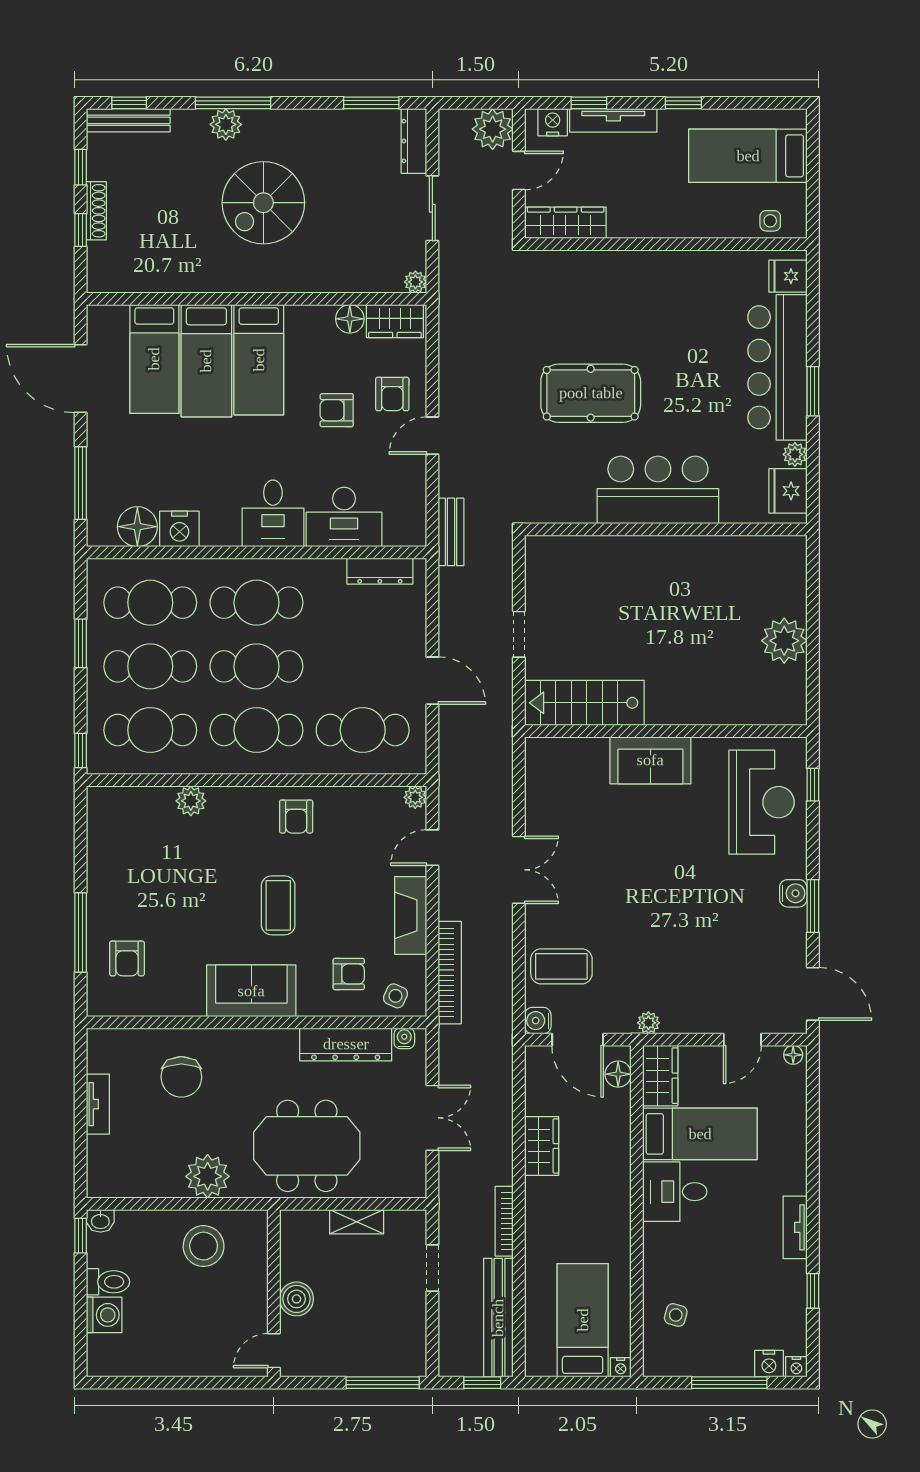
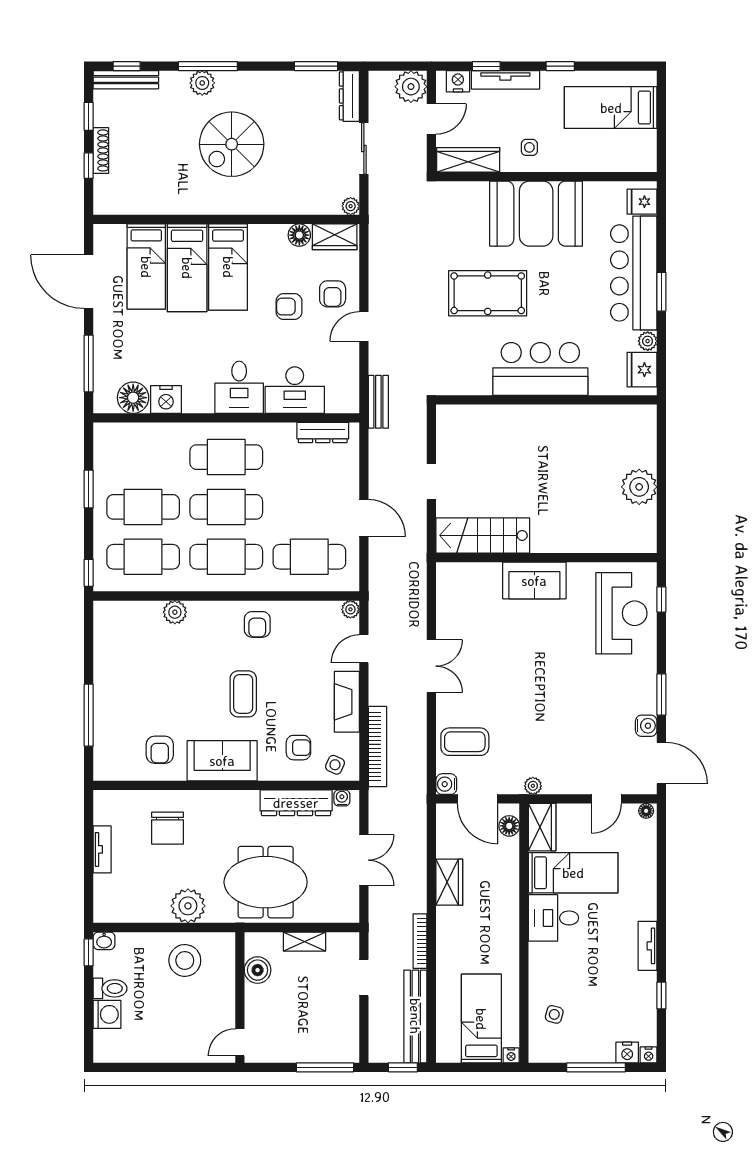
side table: (770, 221) -> (529, 147), moved
booth: (653, 291) -> (536, 214), added
cafe table: (150, 603) -> (143, 457), removed
water cooler: (793, 893) -> (646, 726), moved
armchair: (127, 959) -> (160, 750), moved
boiler: (296, 1299) -> (258, 970), moved

